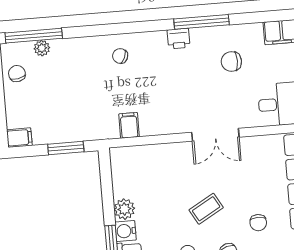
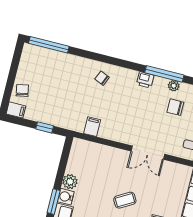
plant: (42, 48) -> (174, 86), moved
chair: (17, 74) -> (22, 90), moved
window: (66, 148) -> (45, 127), width x0.67

